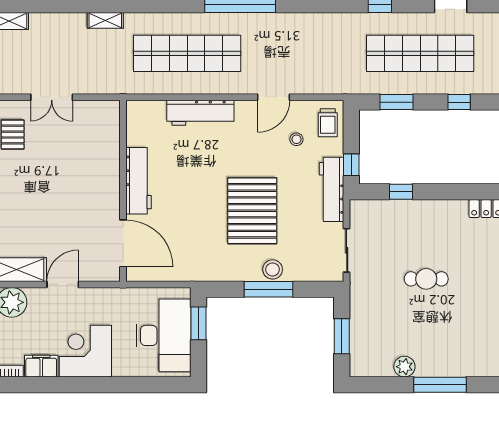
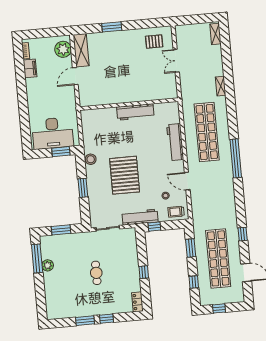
window: (401, 192) -> (144, 272), moved
pallet: (252, 211) -> (125, 175), turned 90
door: (123, 243) -> (101, 107), removed
stool: (273, 269) -> (91, 159), moved
door: (63, 284) -> (75, 76), swing flipped
window: (269, 289) -> (83, 188), width x0.69
corner desk: (85, 351) -> (40, 92), removed
window: (440, 385) -> (37, 258), moved

